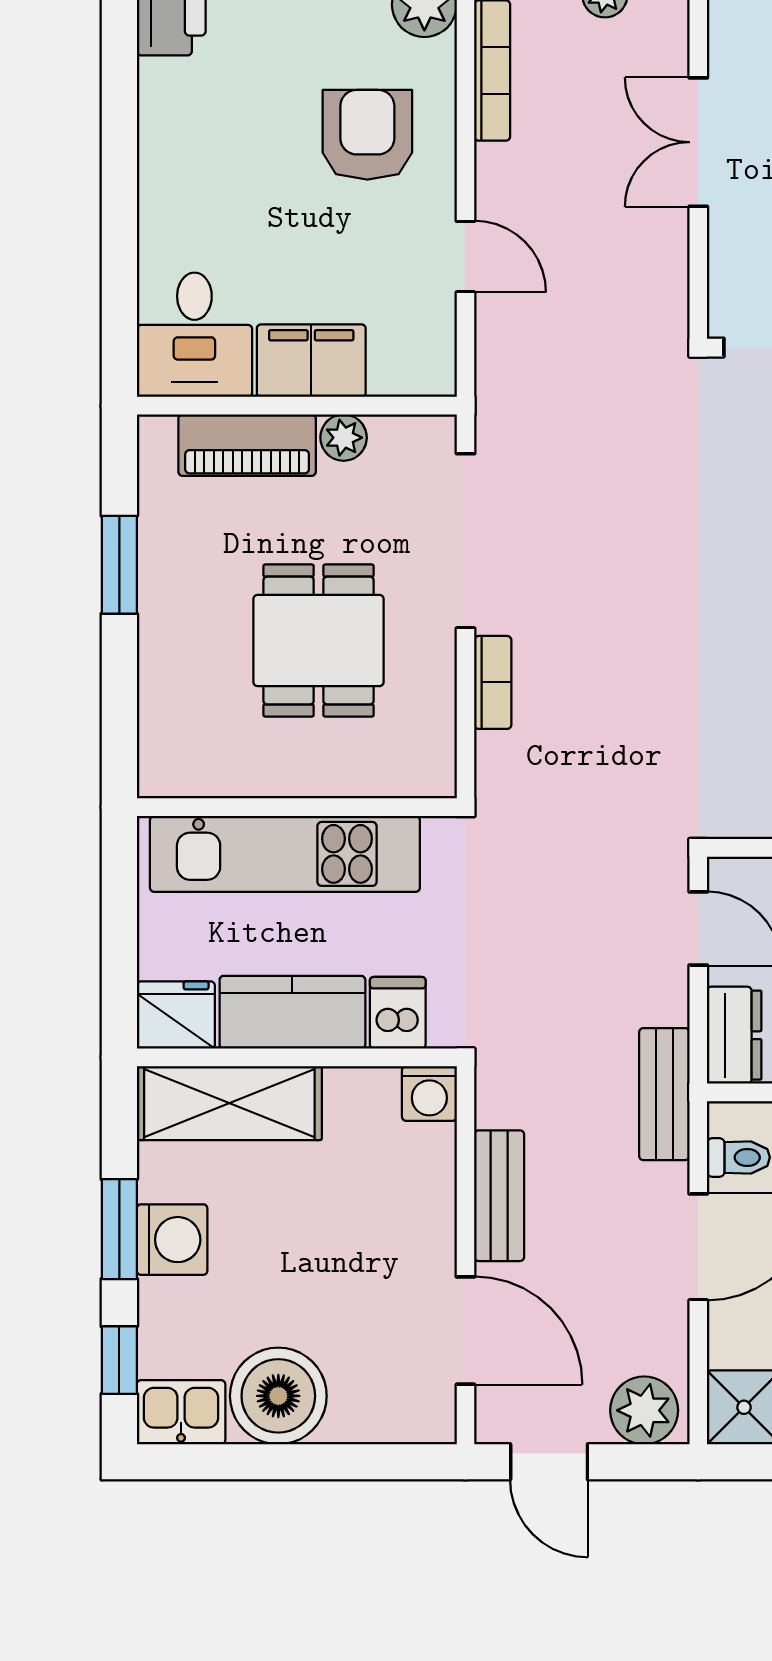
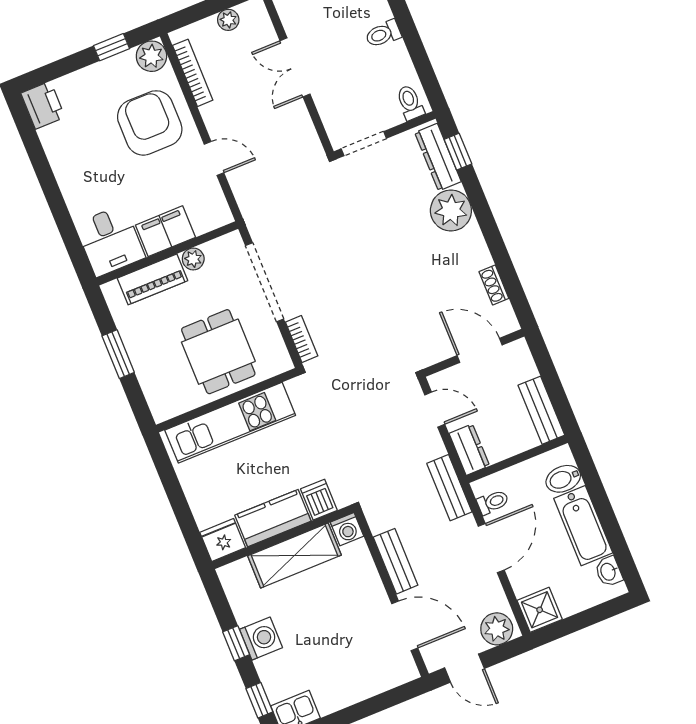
armchair: (367, 135) -> (150, 123), width x1.36, depth x1.36
wall: (297, 807) -> (227, 400), moved
kitchen unit: (285, 854) -> (230, 423), moved
shelving: (229, 1103) -> (294, 555), moved
window: (119, 1229) -> (236, 643), width x0.67
boiler: (278, 1396) -> (335, 688), removed

